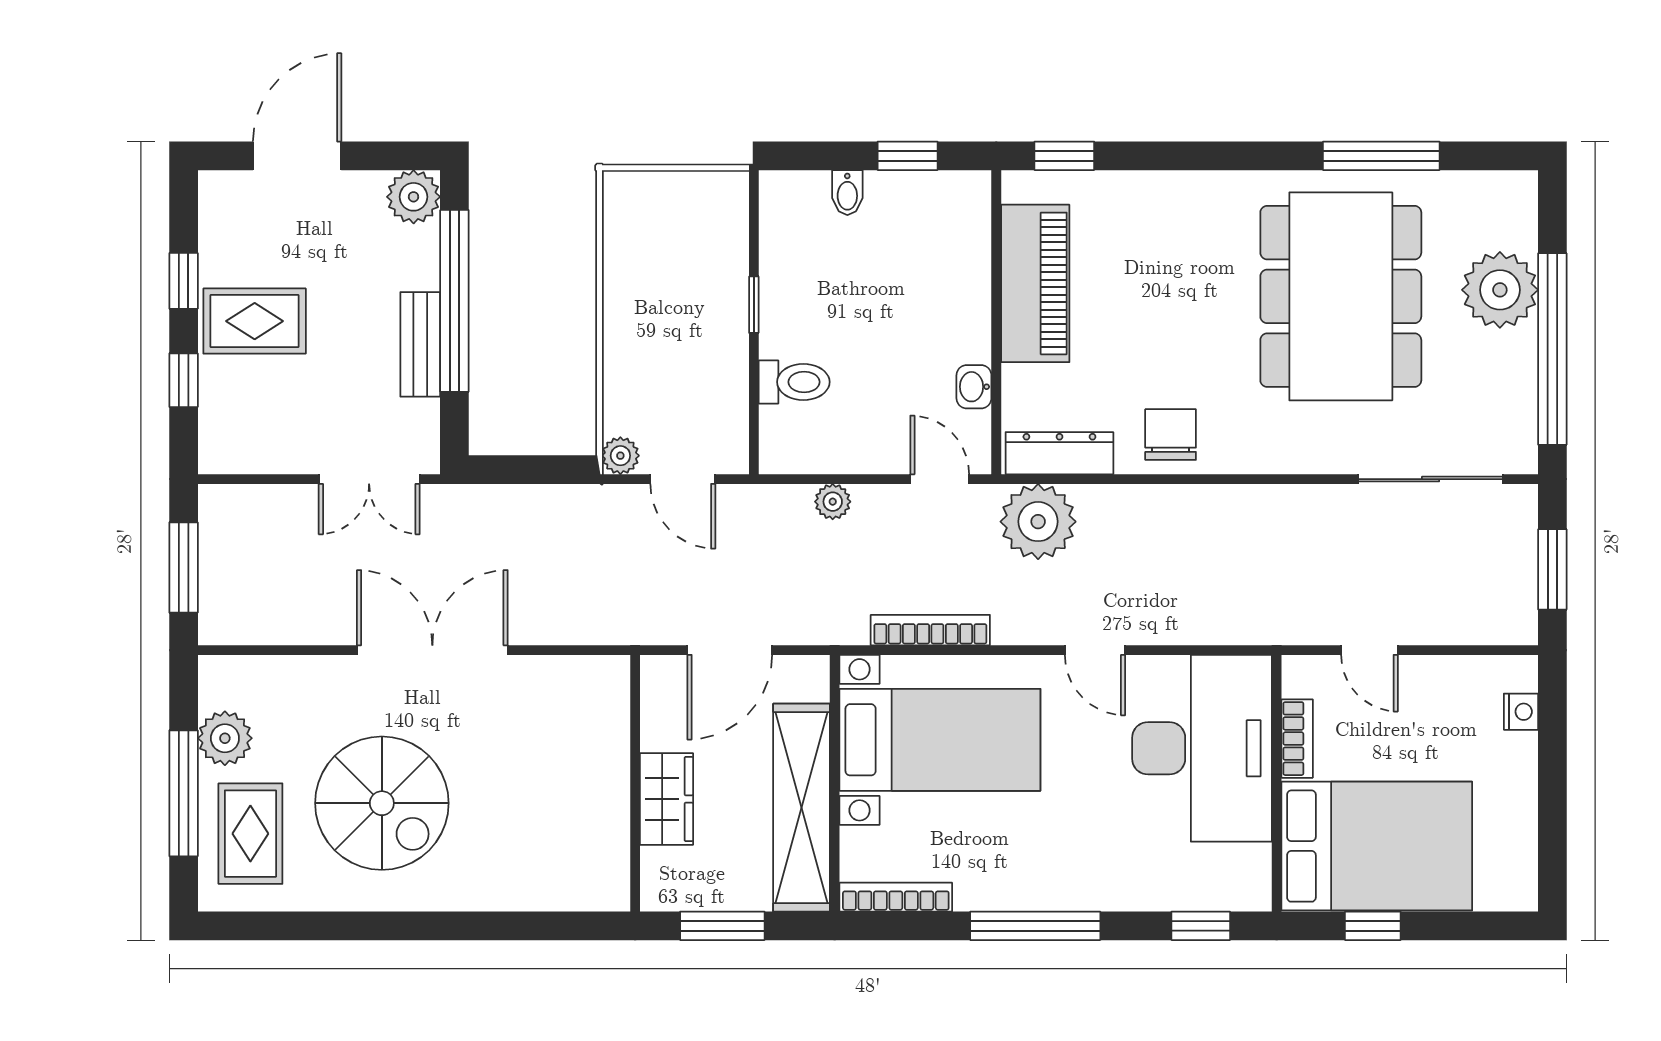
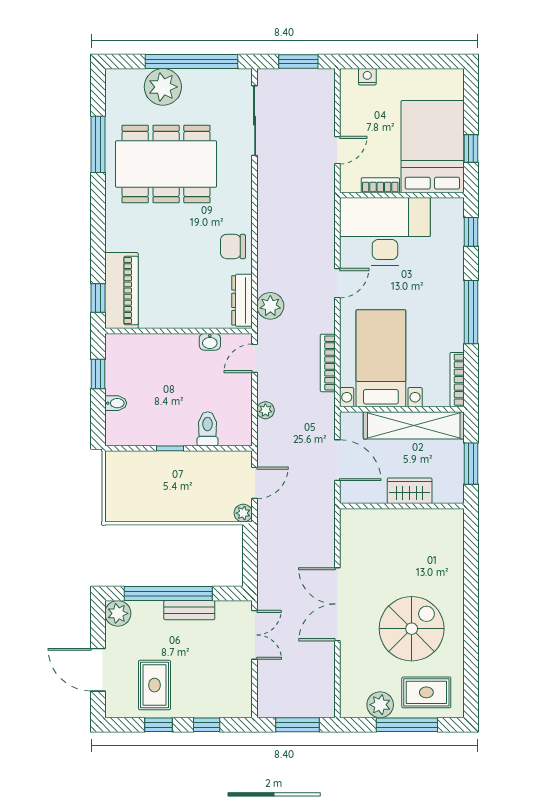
piano: (1035, 283) -> (121, 291), moved, turned 90
rug: (255, 321) -> (155, 685), moved
plant: (1038, 522) -> (270, 306), width x0.73, depth x0.73

